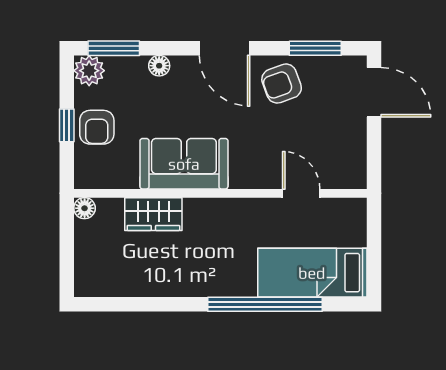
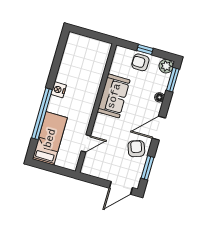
floor lamp: (85, 208) -> (107, 47), removed
wardrobe: (153, 214) -> (95, 76), removed
nightstand: (204, 283) -> (59, 90), added

